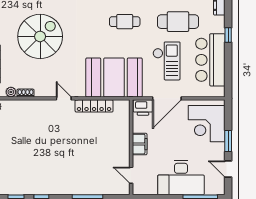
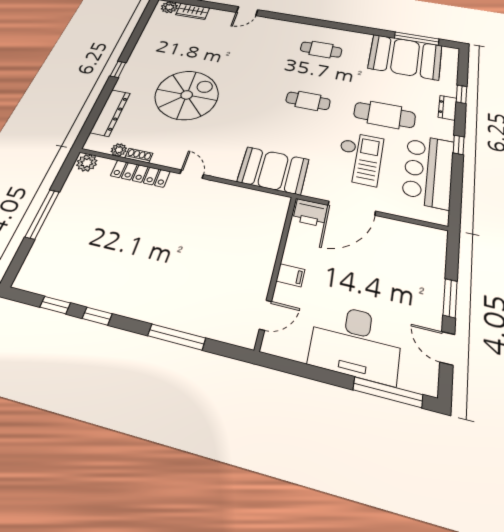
booth: (114, 77) -> (273, 170), width x0.73, depth x0.70
locker: (94, 106) -> (140, 174), moved
corner desk: (207, 124) -> (414, 260), removed
filing cabinet: (140, 144) -> (290, 275), width x0.50
door: (131, 175) -> (265, 315), swing flipped

